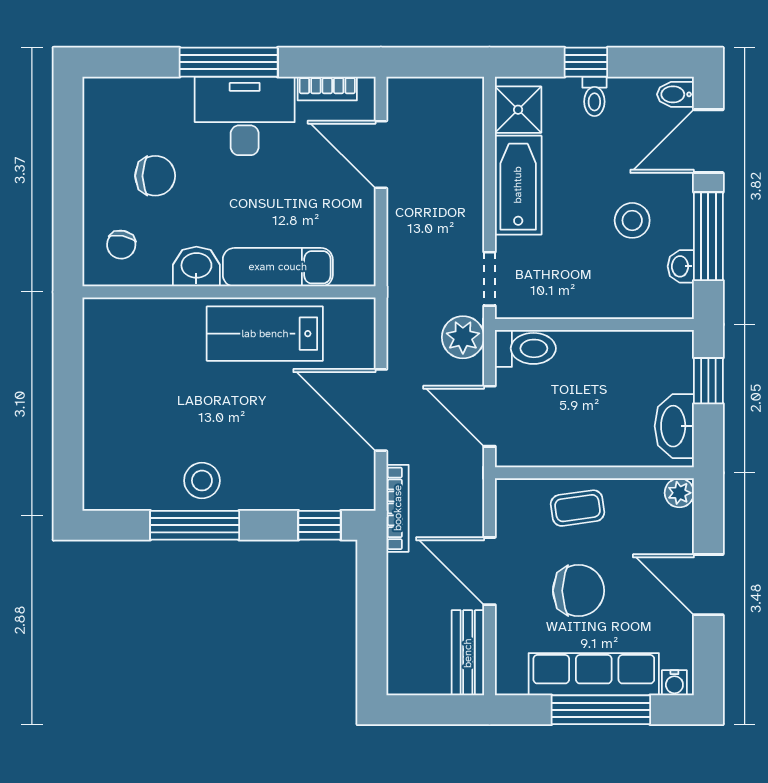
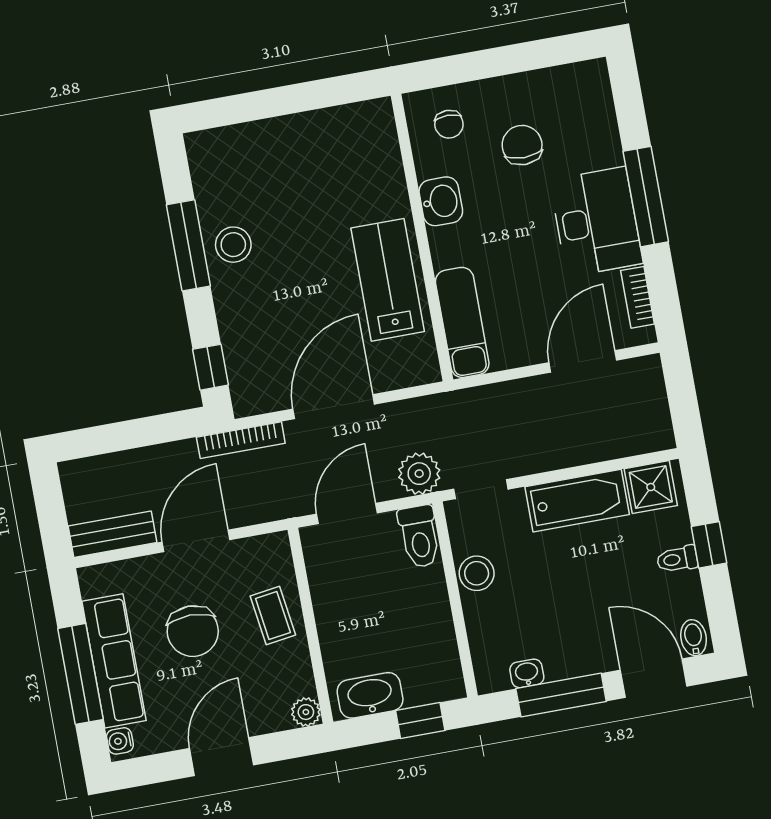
chair: (155, 176) -> (522, 145), turned 180
stool: (632, 220) -> (477, 573), moved
chair: (121, 245) -> (449, 124), turned -101
exam couch: (278, 267) -> (462, 322), moved

